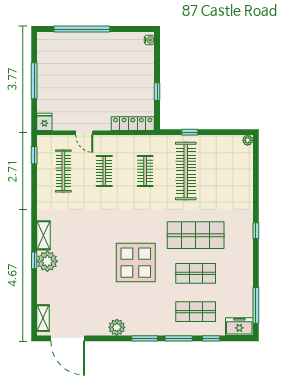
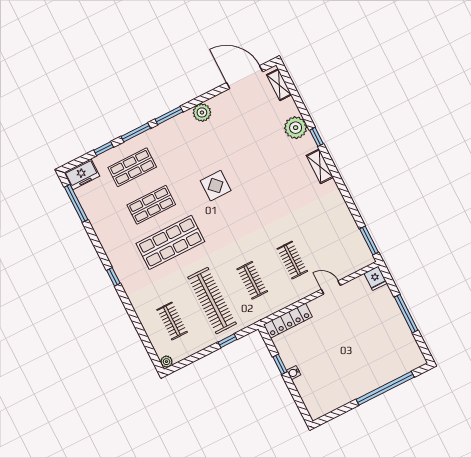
water cooler: (149, 40) -> (294, 373), moved
window: (34, 155) -> (369, 241), width x1.50
clothes rail: (63, 171) -> (172, 321), moved, width x0.73
plant: (47, 261) -> (296, 128), moved
display table: (136, 263) -> (216, 186), width x0.54, depth x0.54

